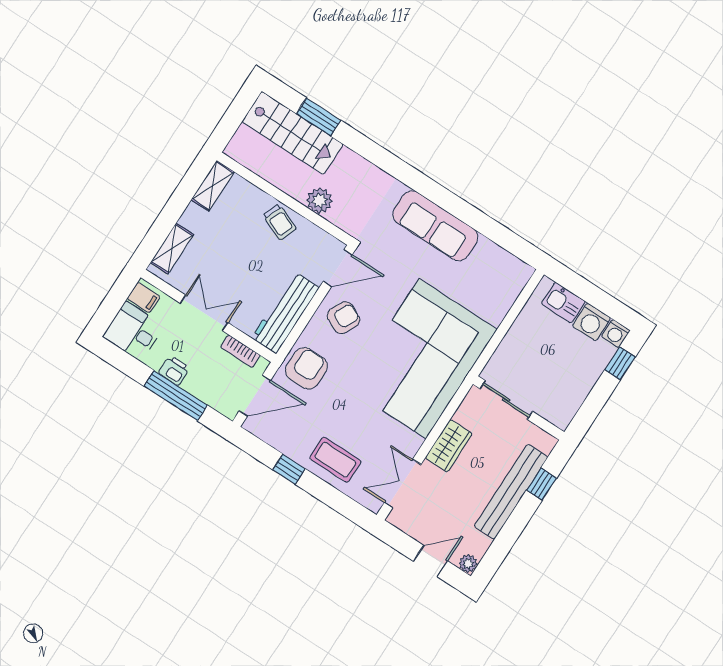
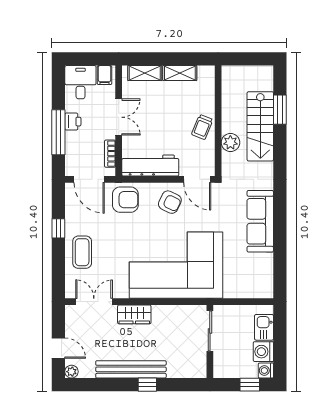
stairs: (293, 133) -> (260, 126), moved
shelving: (213, 186) -> (180, 73), moved
sliding door: (506, 400) -> (210, 331), moved
wall: (519, 408) -> (210, 341), moved

